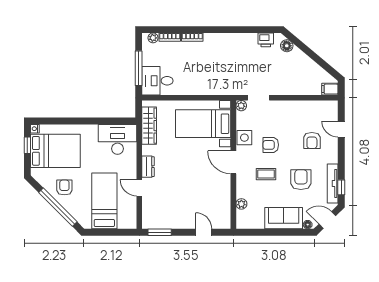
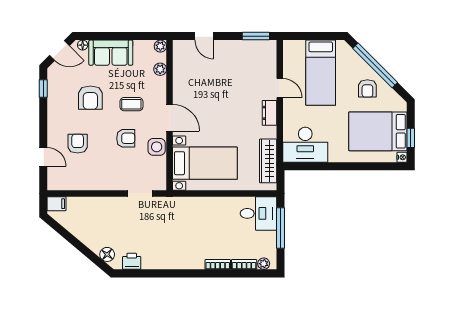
plant: (241, 106) -> (160, 46), moved
tv unit: (333, 184) -> (53, 93), removed

